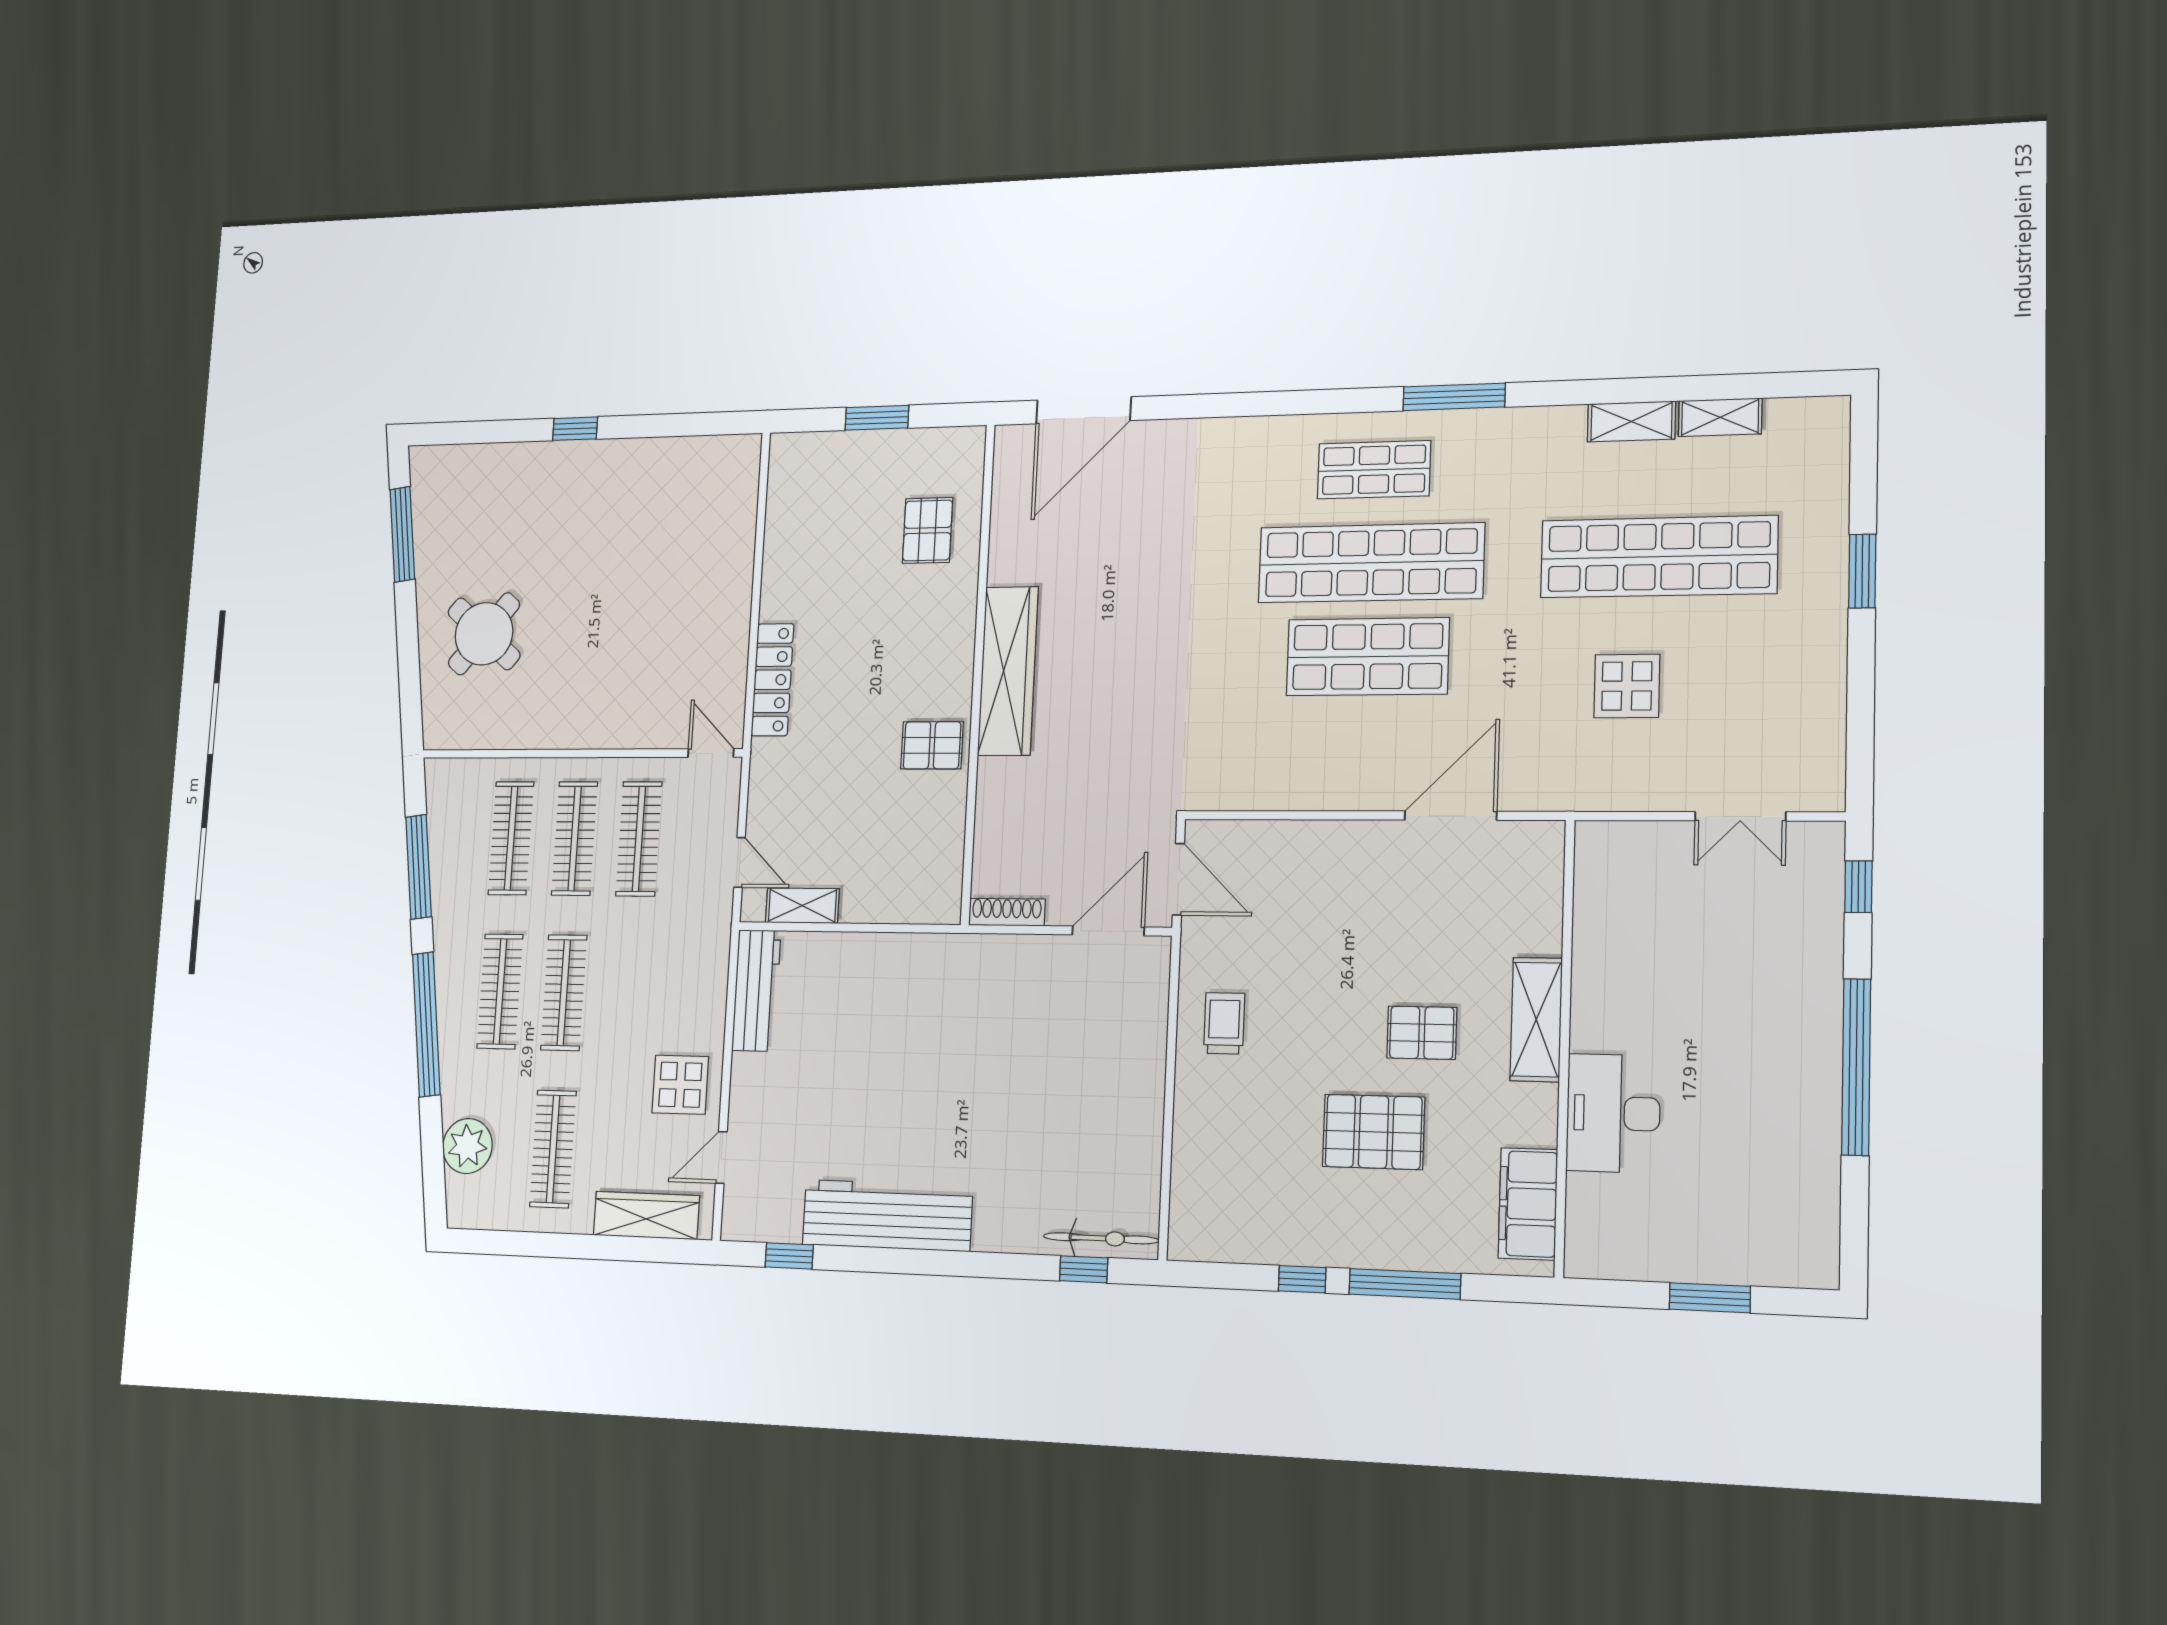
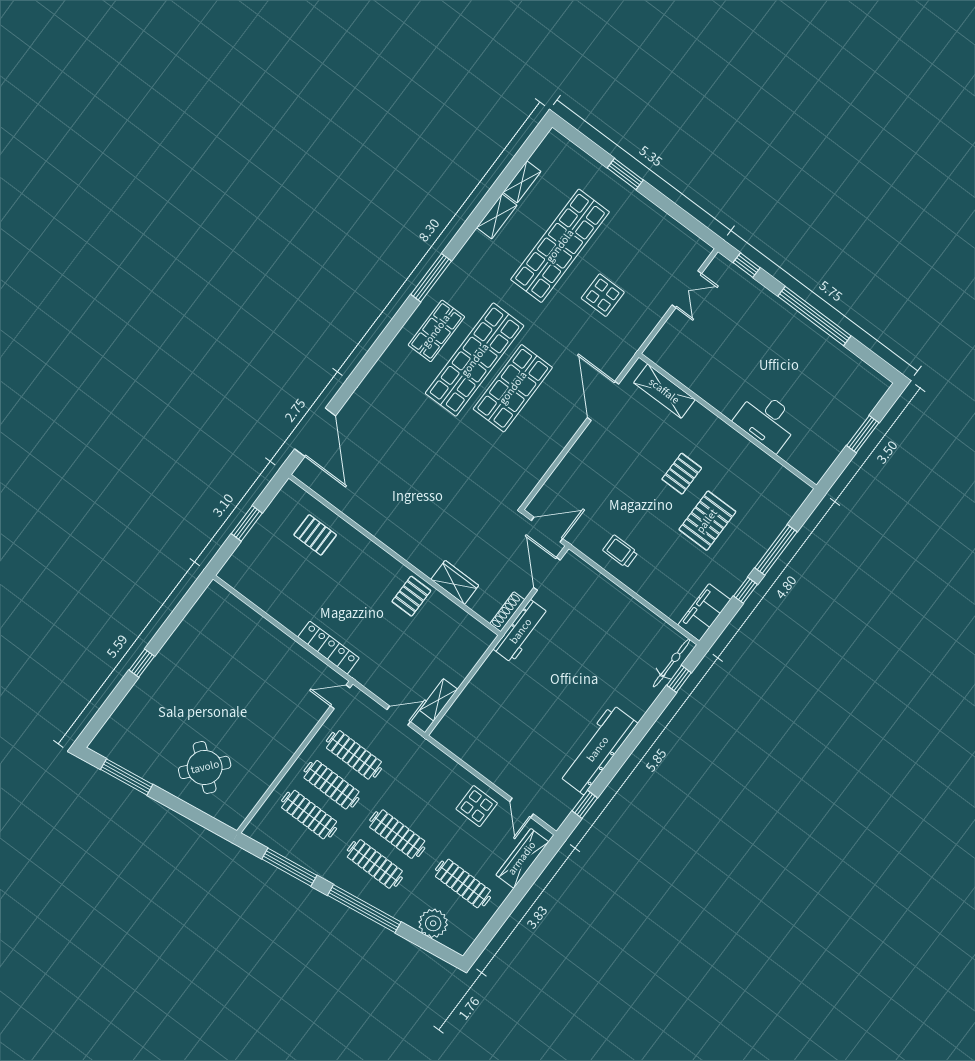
wardrobe: (1008, 671) -> (455, 582), moved, width x0.48, depth x0.85
workbench: (756, 990) -> (521, 631), moved, turned 90
shelving: (1536, 1019) -> (664, 391), moved
filing cabinet: (1528, 1204) -> (704, 612), moved, turned 90

